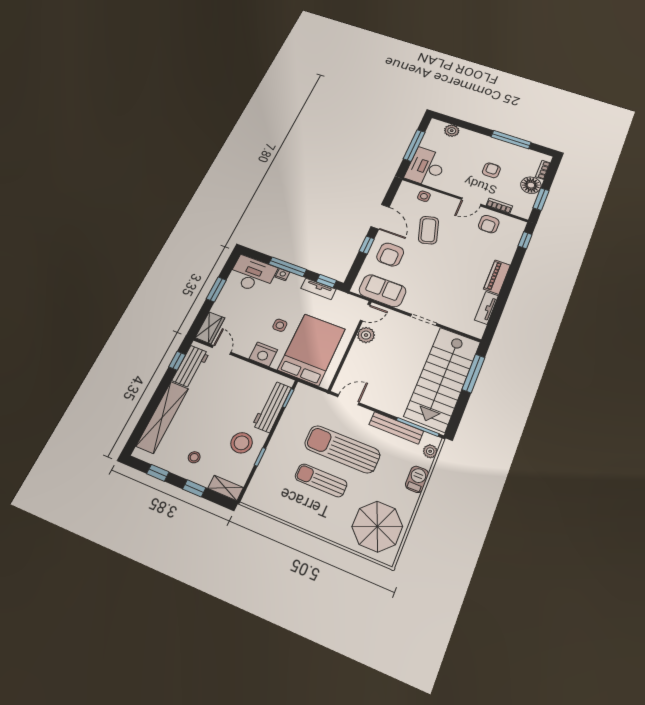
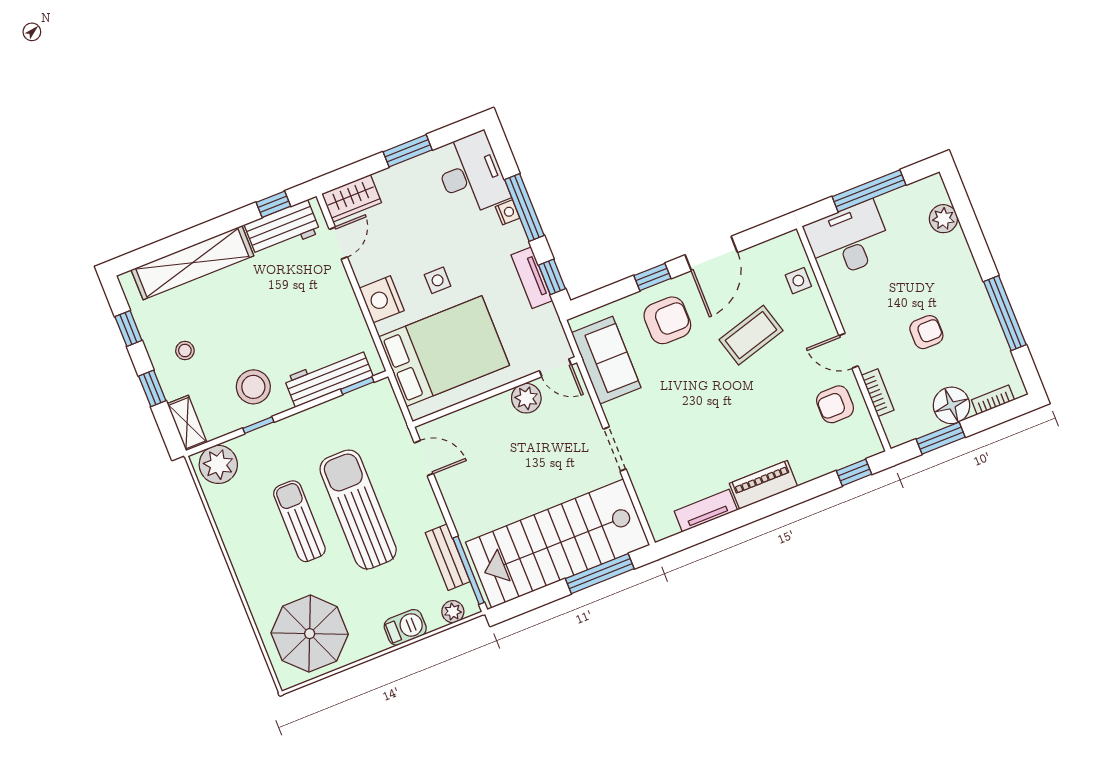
armchair: (390, 255) -> (667, 320), turned 180
bench: (396, 428) -> (448, 557), width x0.73
plant: (258, 492) -> (218, 464), added

